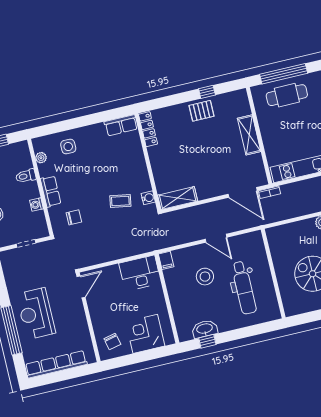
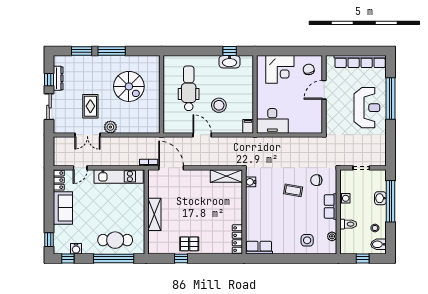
coffee table: (120, 201) -> (293, 190), moved
door: (81, 287) -> (324, 90), moved

